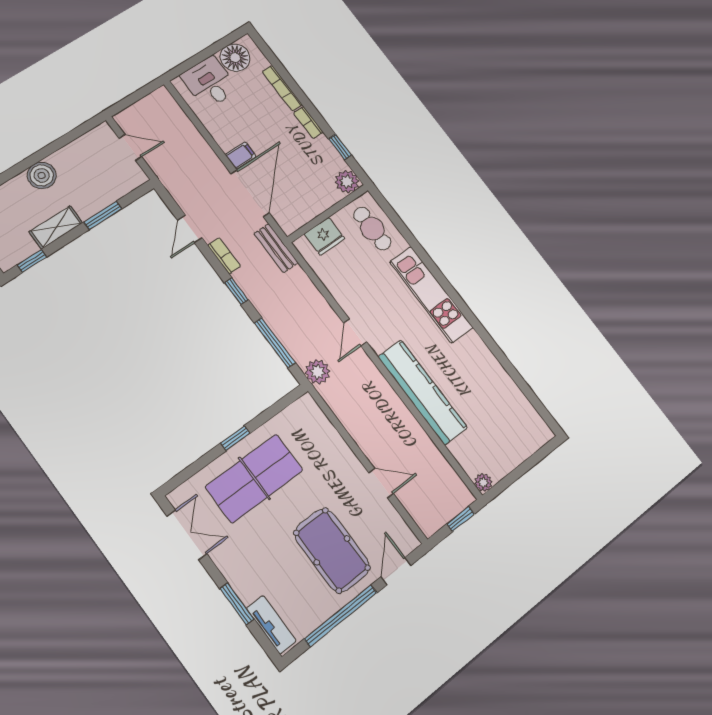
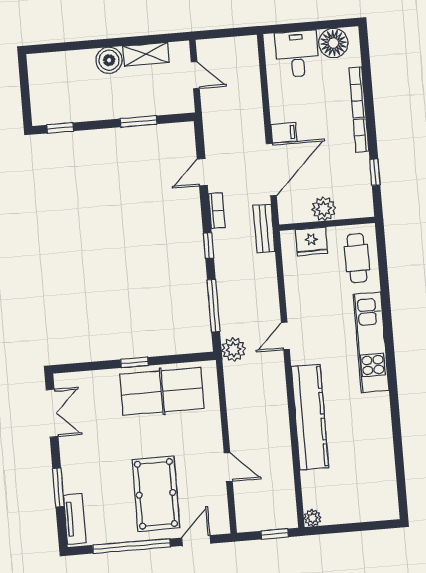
plant: (347, 182) -> (324, 209), moved
shelving: (56, 227) -> (146, 54), moved
table tennis table: (254, 478) -> (162, 391), moved

